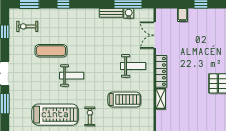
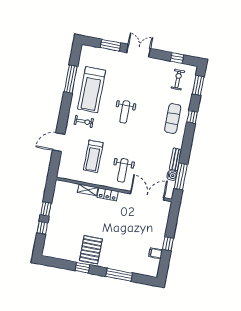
filing cabinet: (183, 15) -> (156, 253), moved
double door: (155, 35) -> (147, 196), width x1.37
exercise mat: (51, 51) -> (173, 118), moved
locker: (161, 71) -> (108, 194), width x0.66

